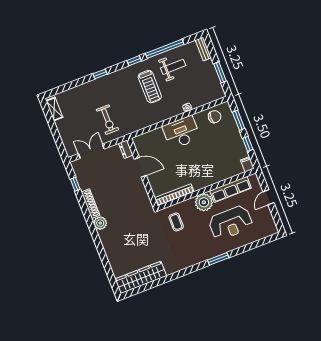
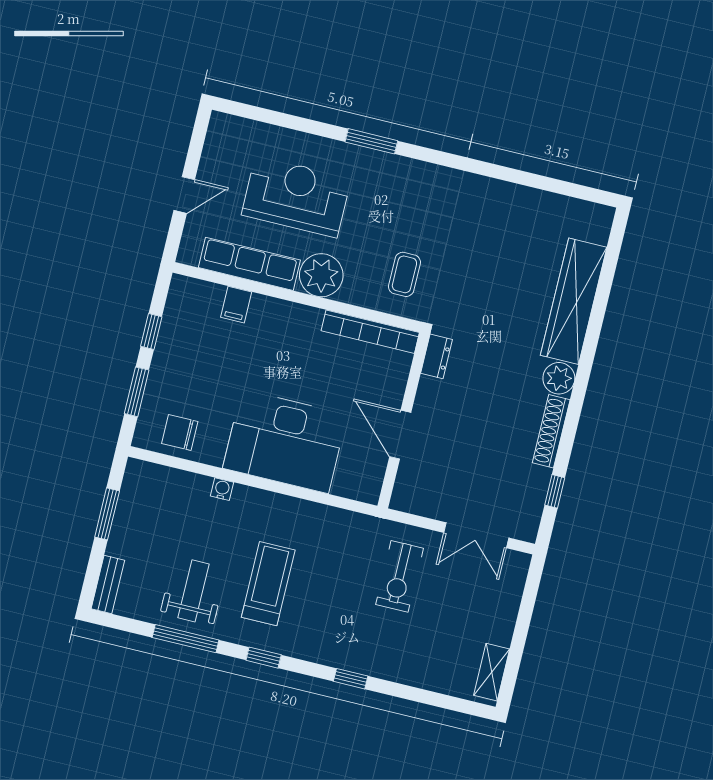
window: (165, 49) -> (186, 639), width x0.68
weight bench: (173, 67) -> (194, 591), turned 90
exercise bike: (107, 120) -> (400, 576), turned 180
desk: (181, 132) -> (285, 441), width x1.36, depth x1.30
dresser: (126, 149) -> (436, 356), moved
filing cabinet: (247, 164) -> (236, 305), moved
wardrobe: (141, 277) -> (574, 301), moved, turned 90

